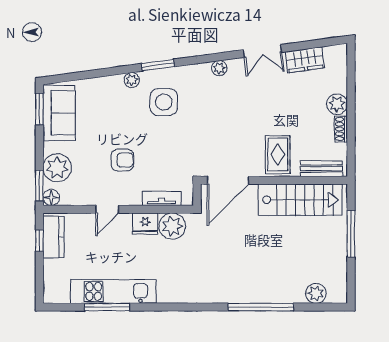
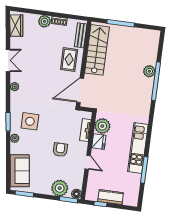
wardrobe: (305, 60) -> (16, 26), moved
sofa: (59, 113) -> (20, 171), moved, turned 82
rug: (278, 155) -> (69, 59), turned 90
door: (228, 180) -> (80, 90), swing flipped
kitchen counter: (53, 237) -> (111, 197), moved
kitchen unit: (113, 291) -> (138, 148), moved
plant: (316, 293) -> (149, 71), moved

